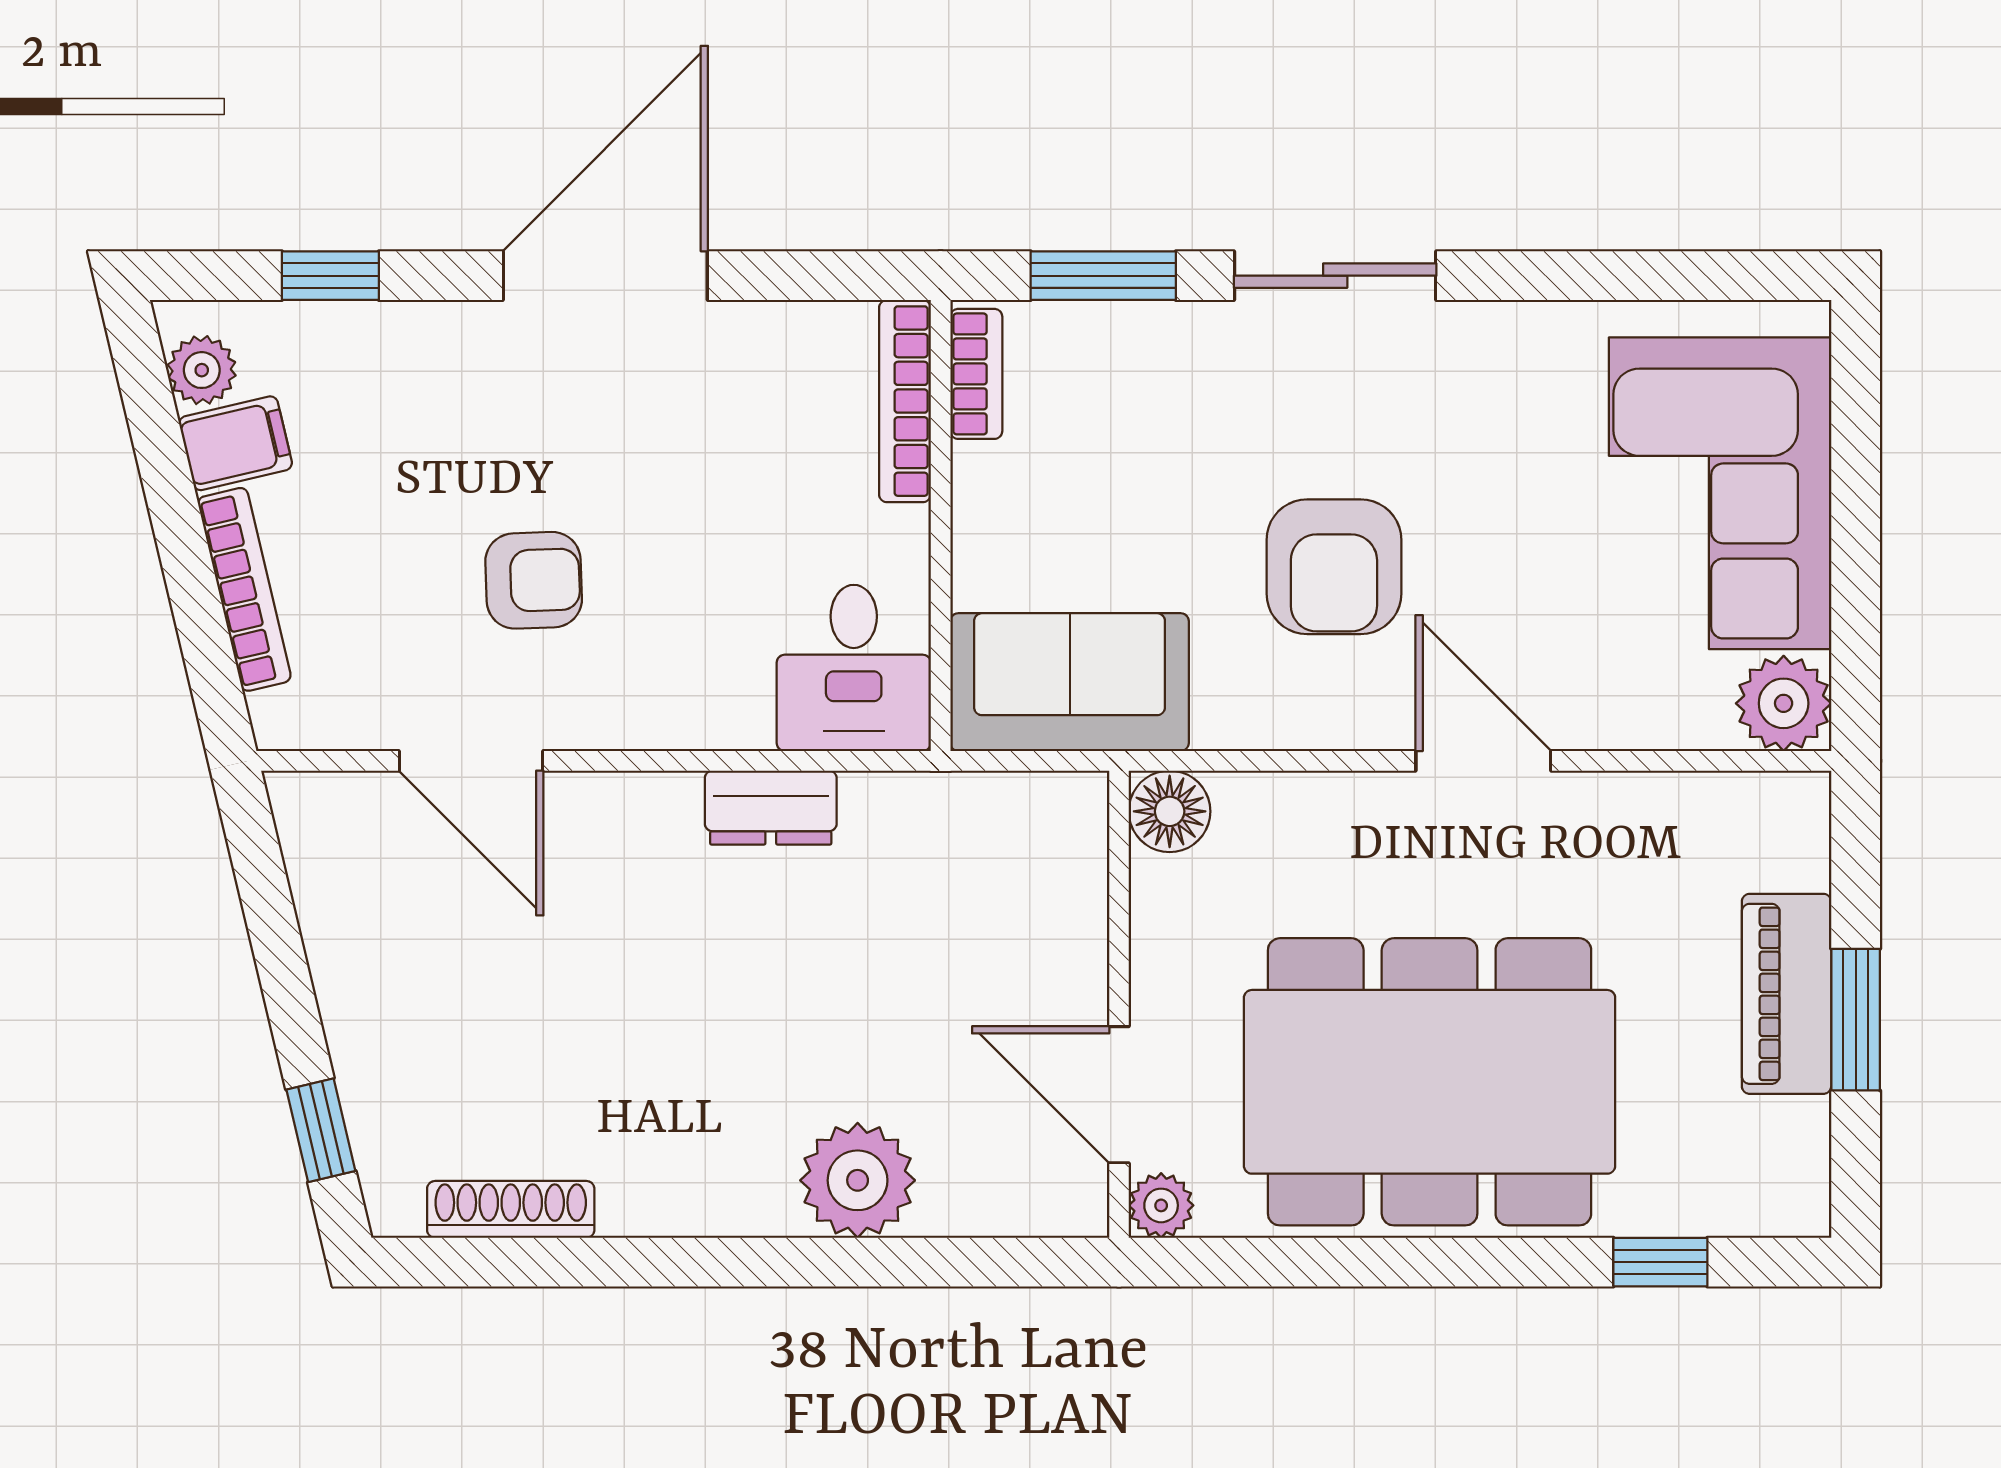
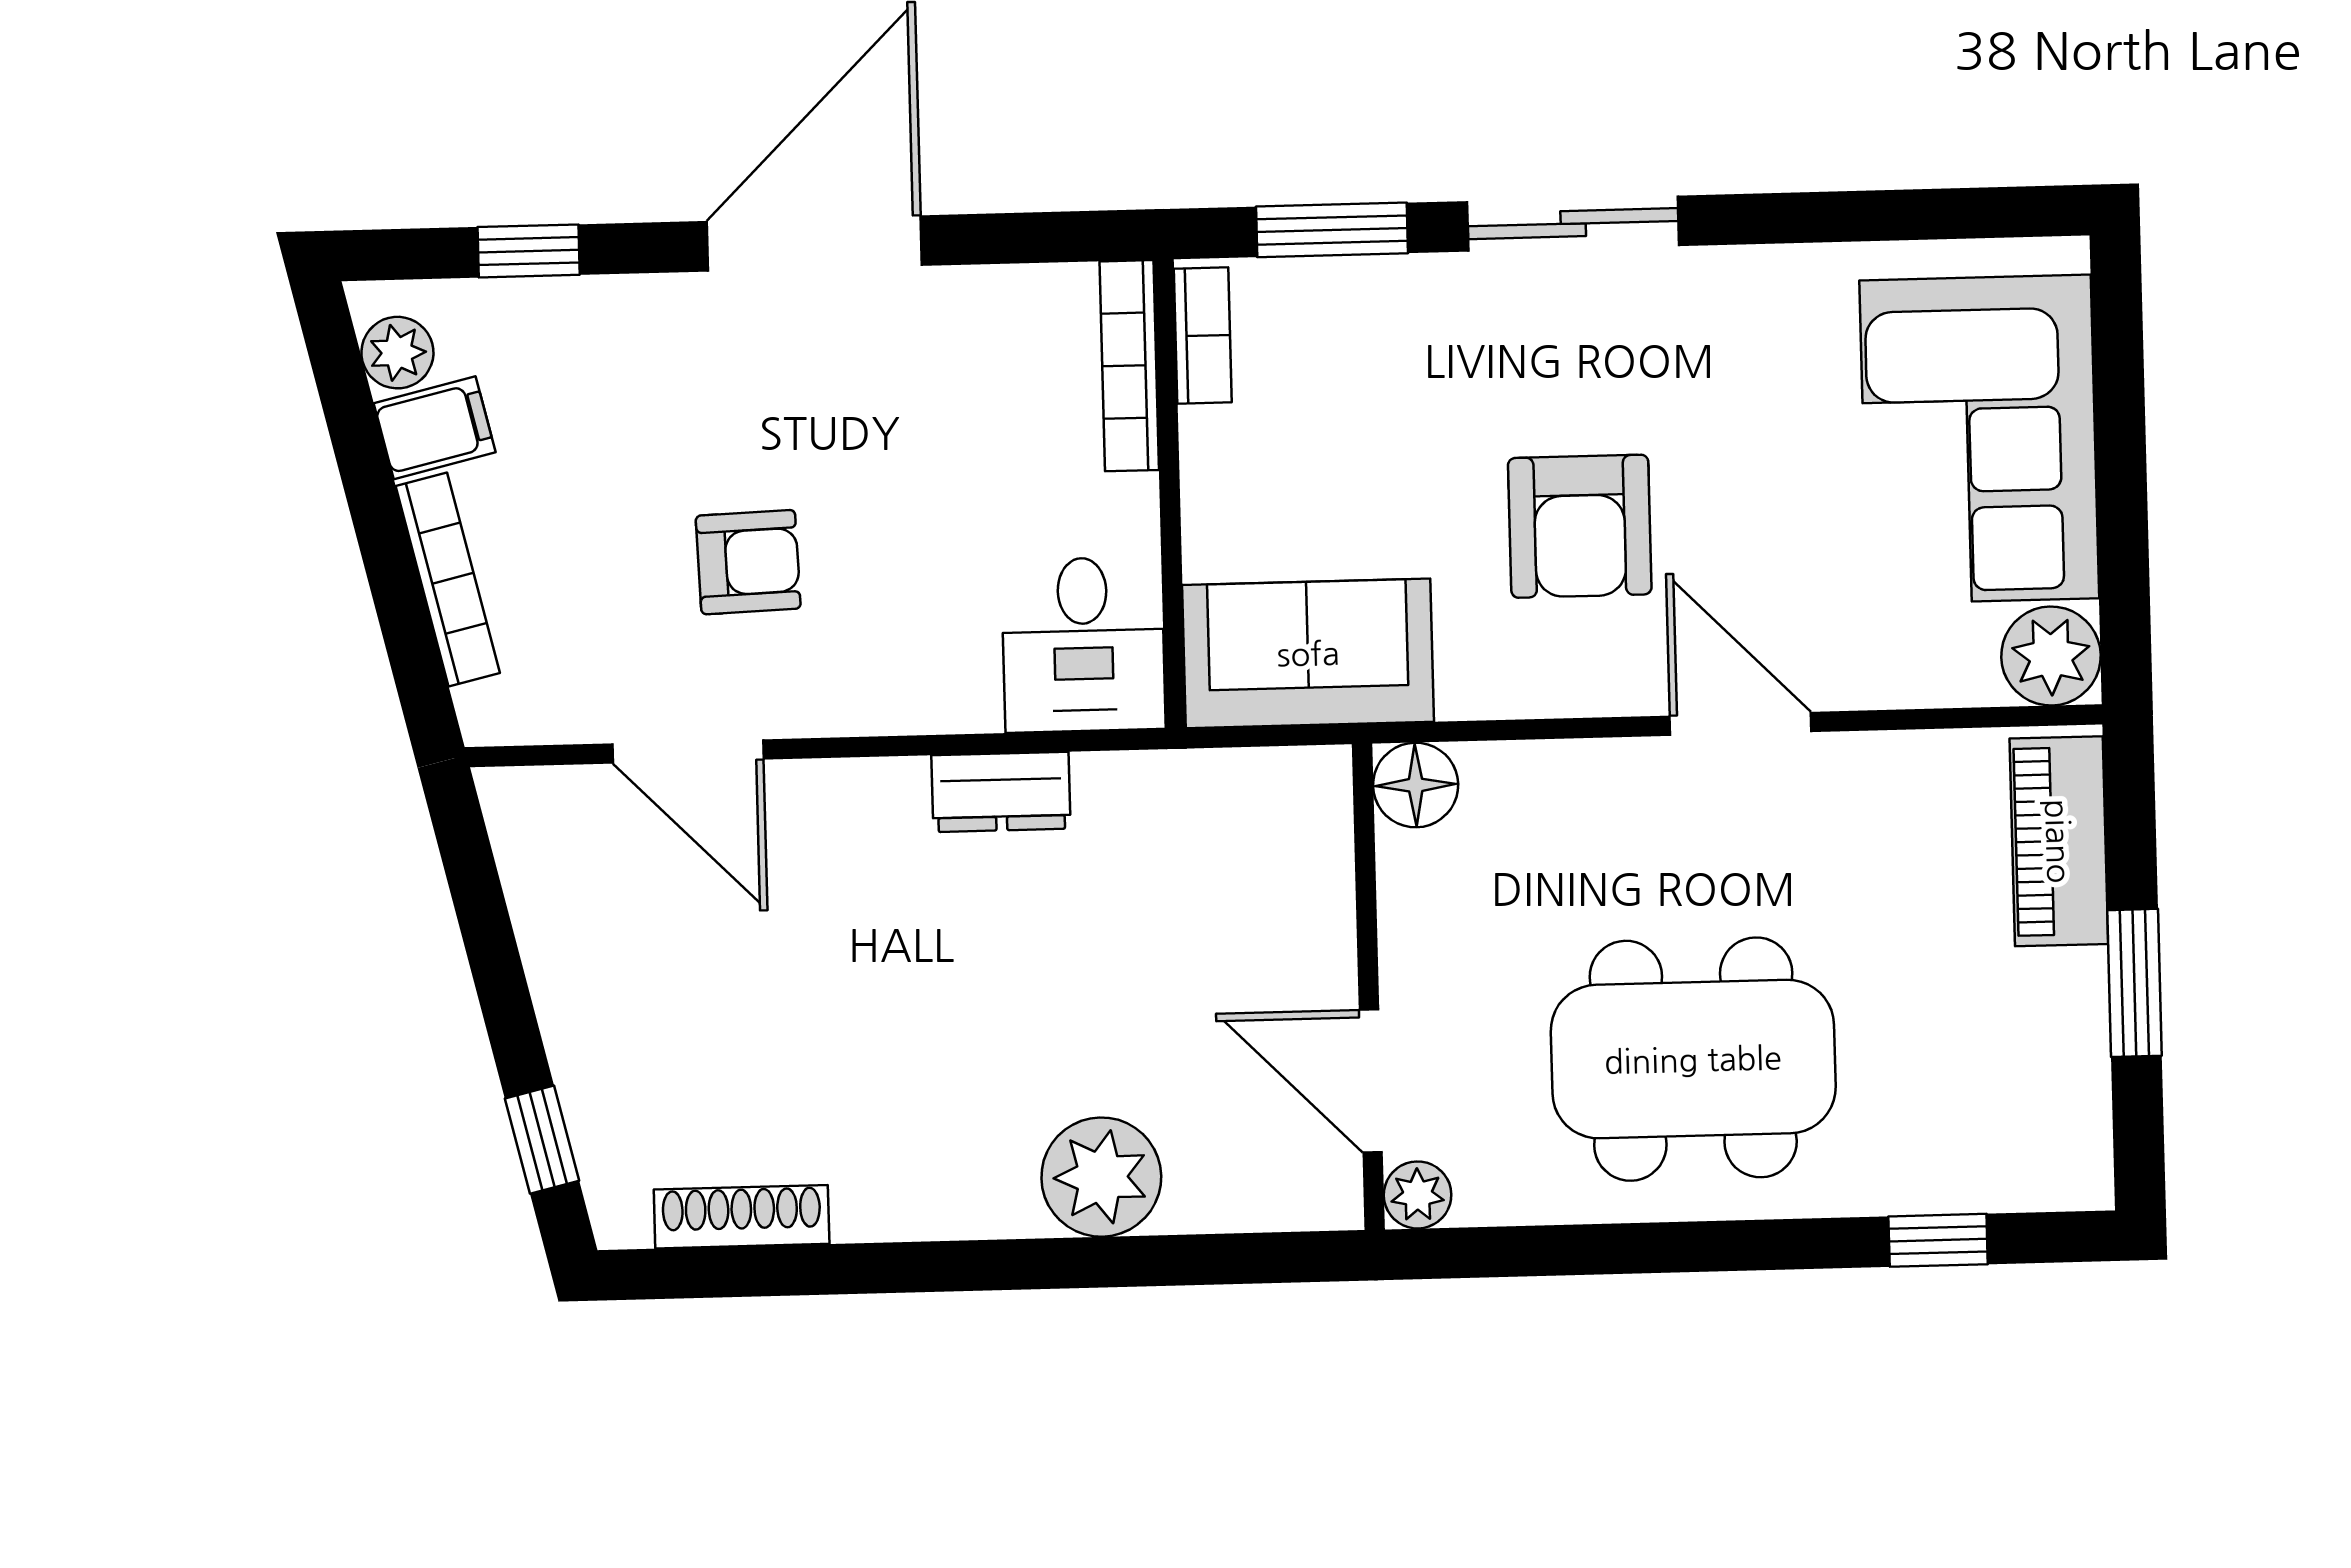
piano: (1787, 994) -> (2059, 841), moved
dining table: (1430, 1082) -> (1693, 1059), width x0.73, depth x0.80

